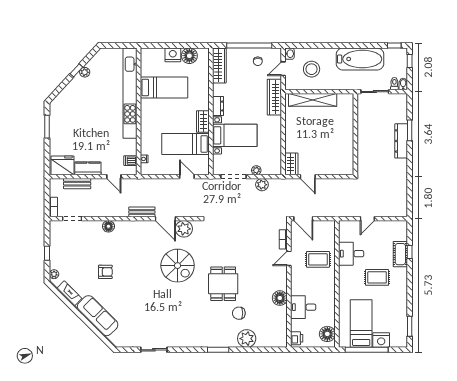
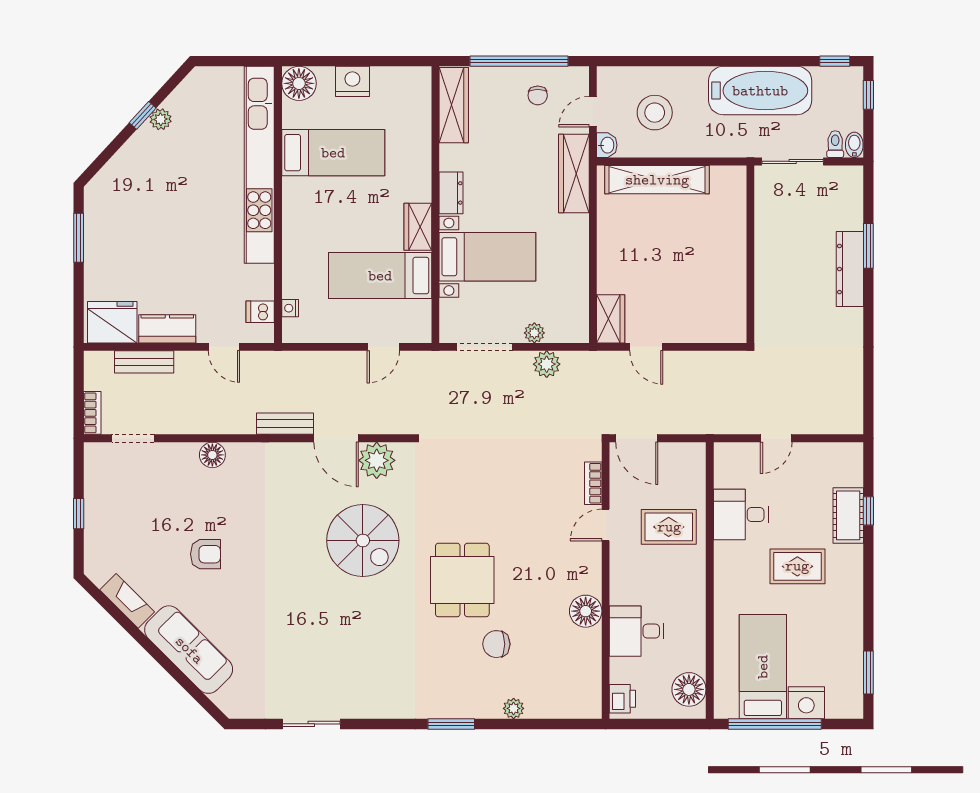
washbasin: (290, 54) -> (607, 145), moved
floor lamp: (189, 56) -> (299, 83), moved
door: (187, 177) -> (383, 347), swing flipped
plant: (54, 274) -> (94, 559), removed
plant: (247, 339) -> (514, 708), width x0.53, depth x0.53

